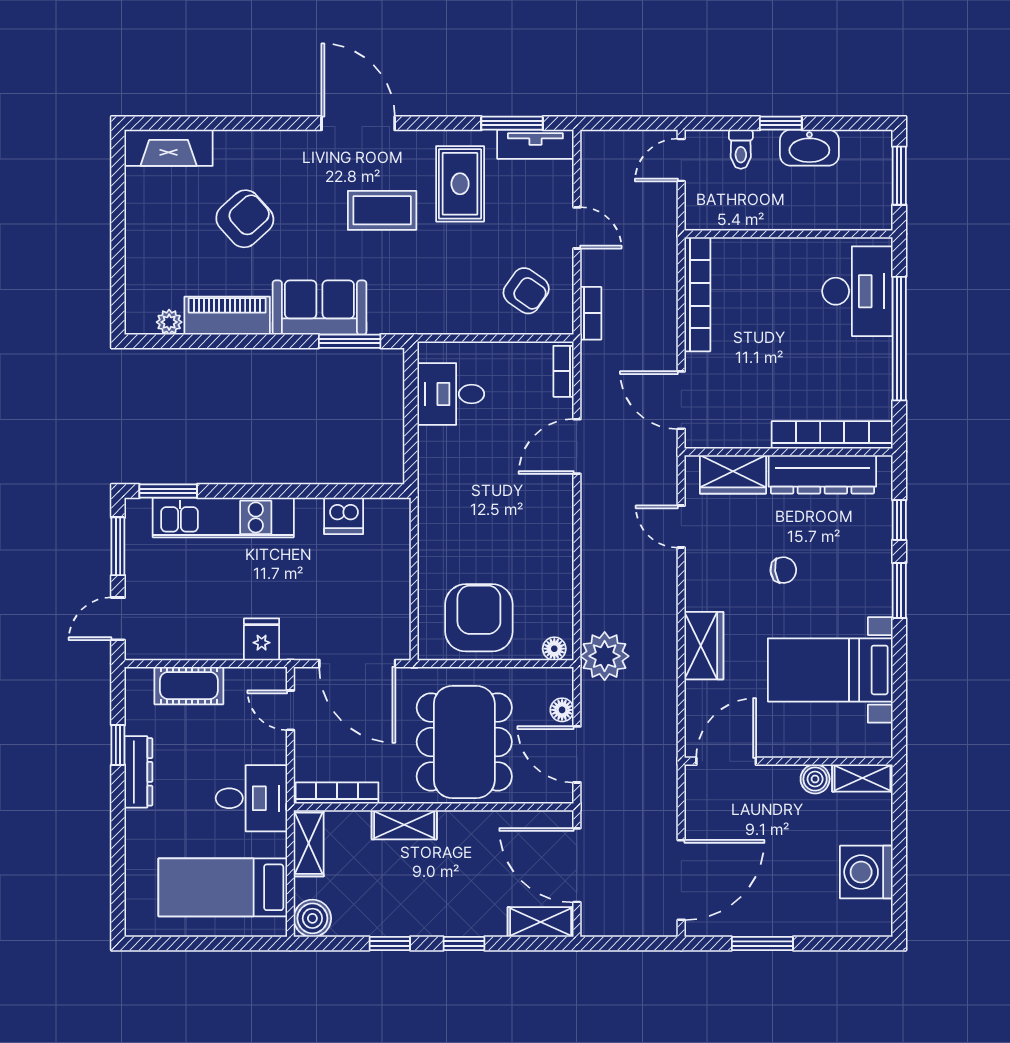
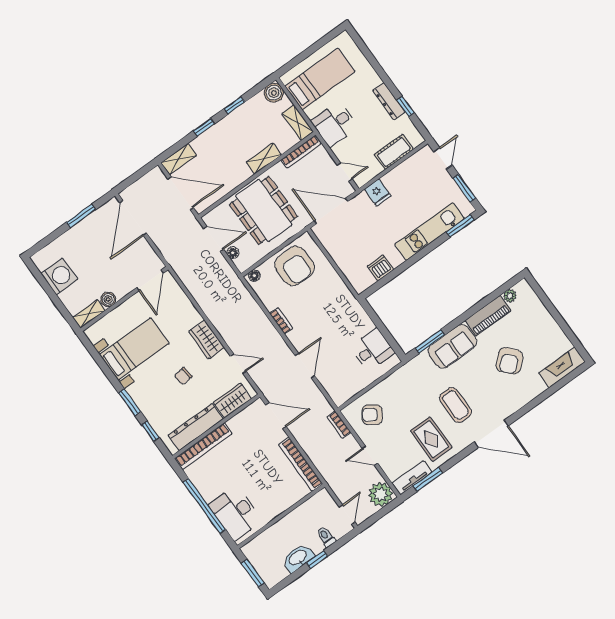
coffee table: (382, 210) -> (455, 405), turned 90
bookcase: (564, 371) -> (281, 321), moved
wardrobe: (704, 646) -> (207, 339), moved
plant: (605, 656) -> (381, 494), moved

